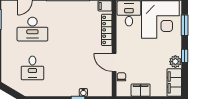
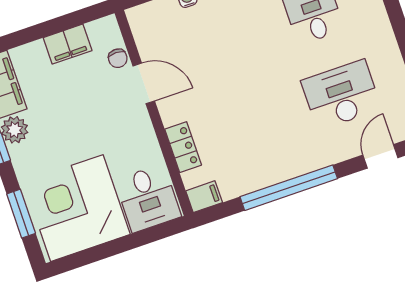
locker: (107, 30) -> (183, 147), width x0.66

